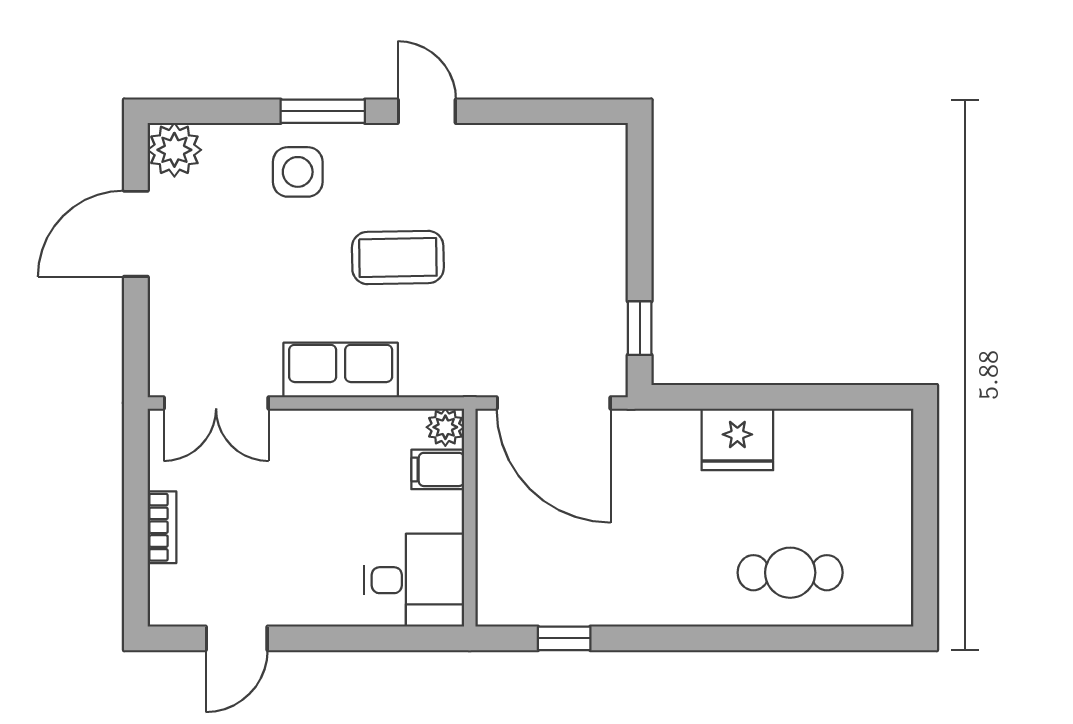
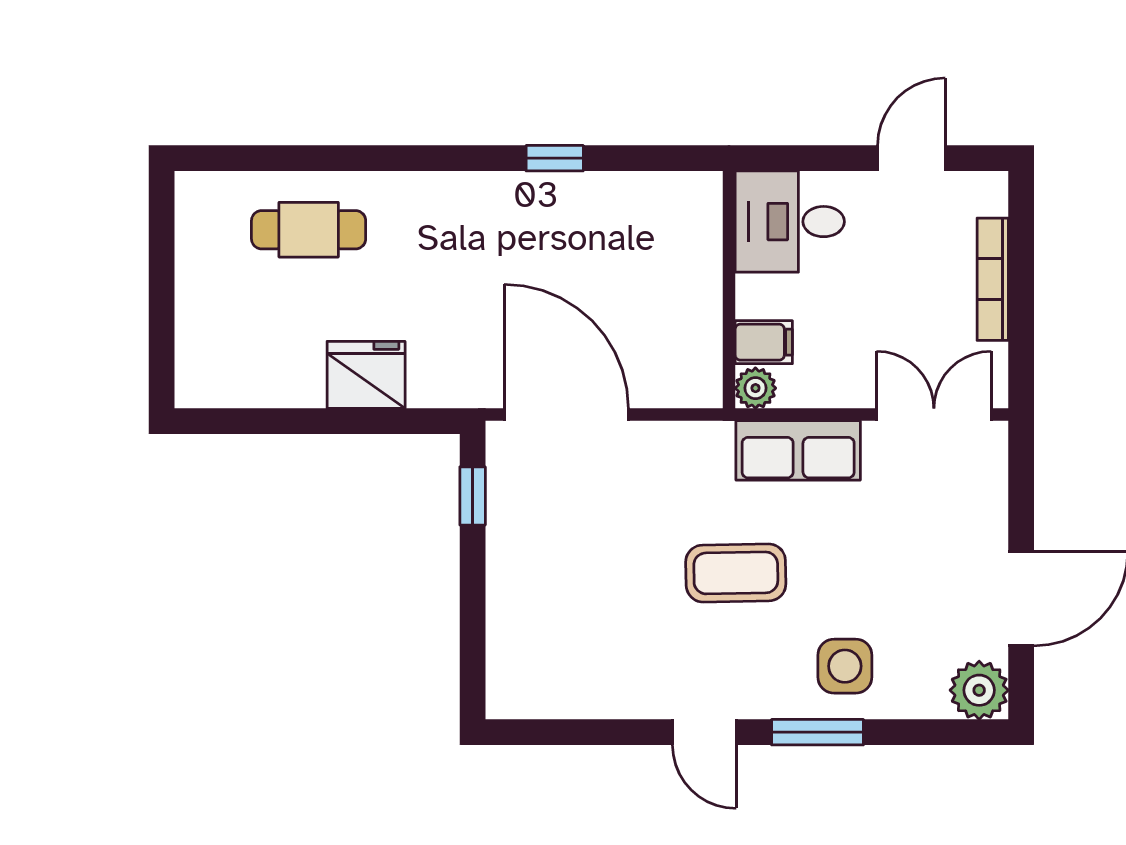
plant: (445, 427) -> (755, 388), moved
filing cabinet: (438, 469) -> (764, 342), moved
wall: (470, 518) -> (729, 290), moved
bookcase: (162, 527) -> (993, 279), width x1.56
desk: (414, 580) -> (790, 222), moved

